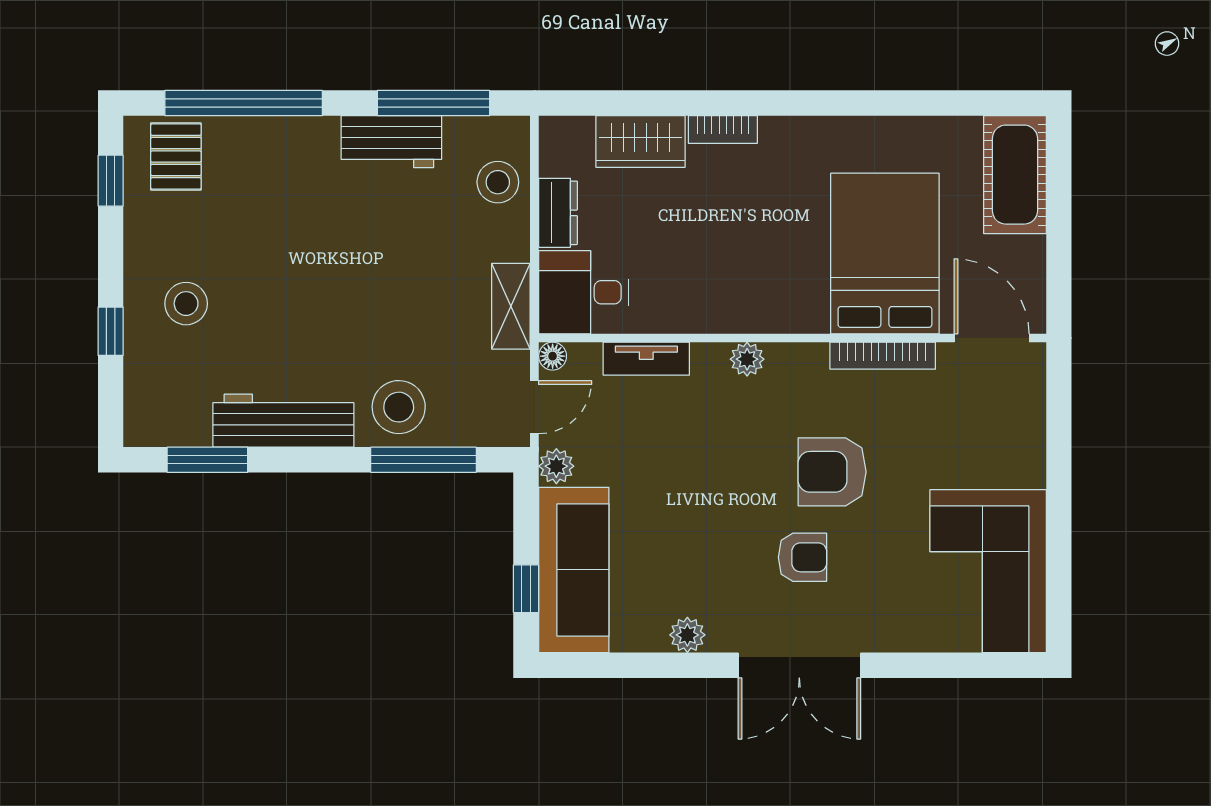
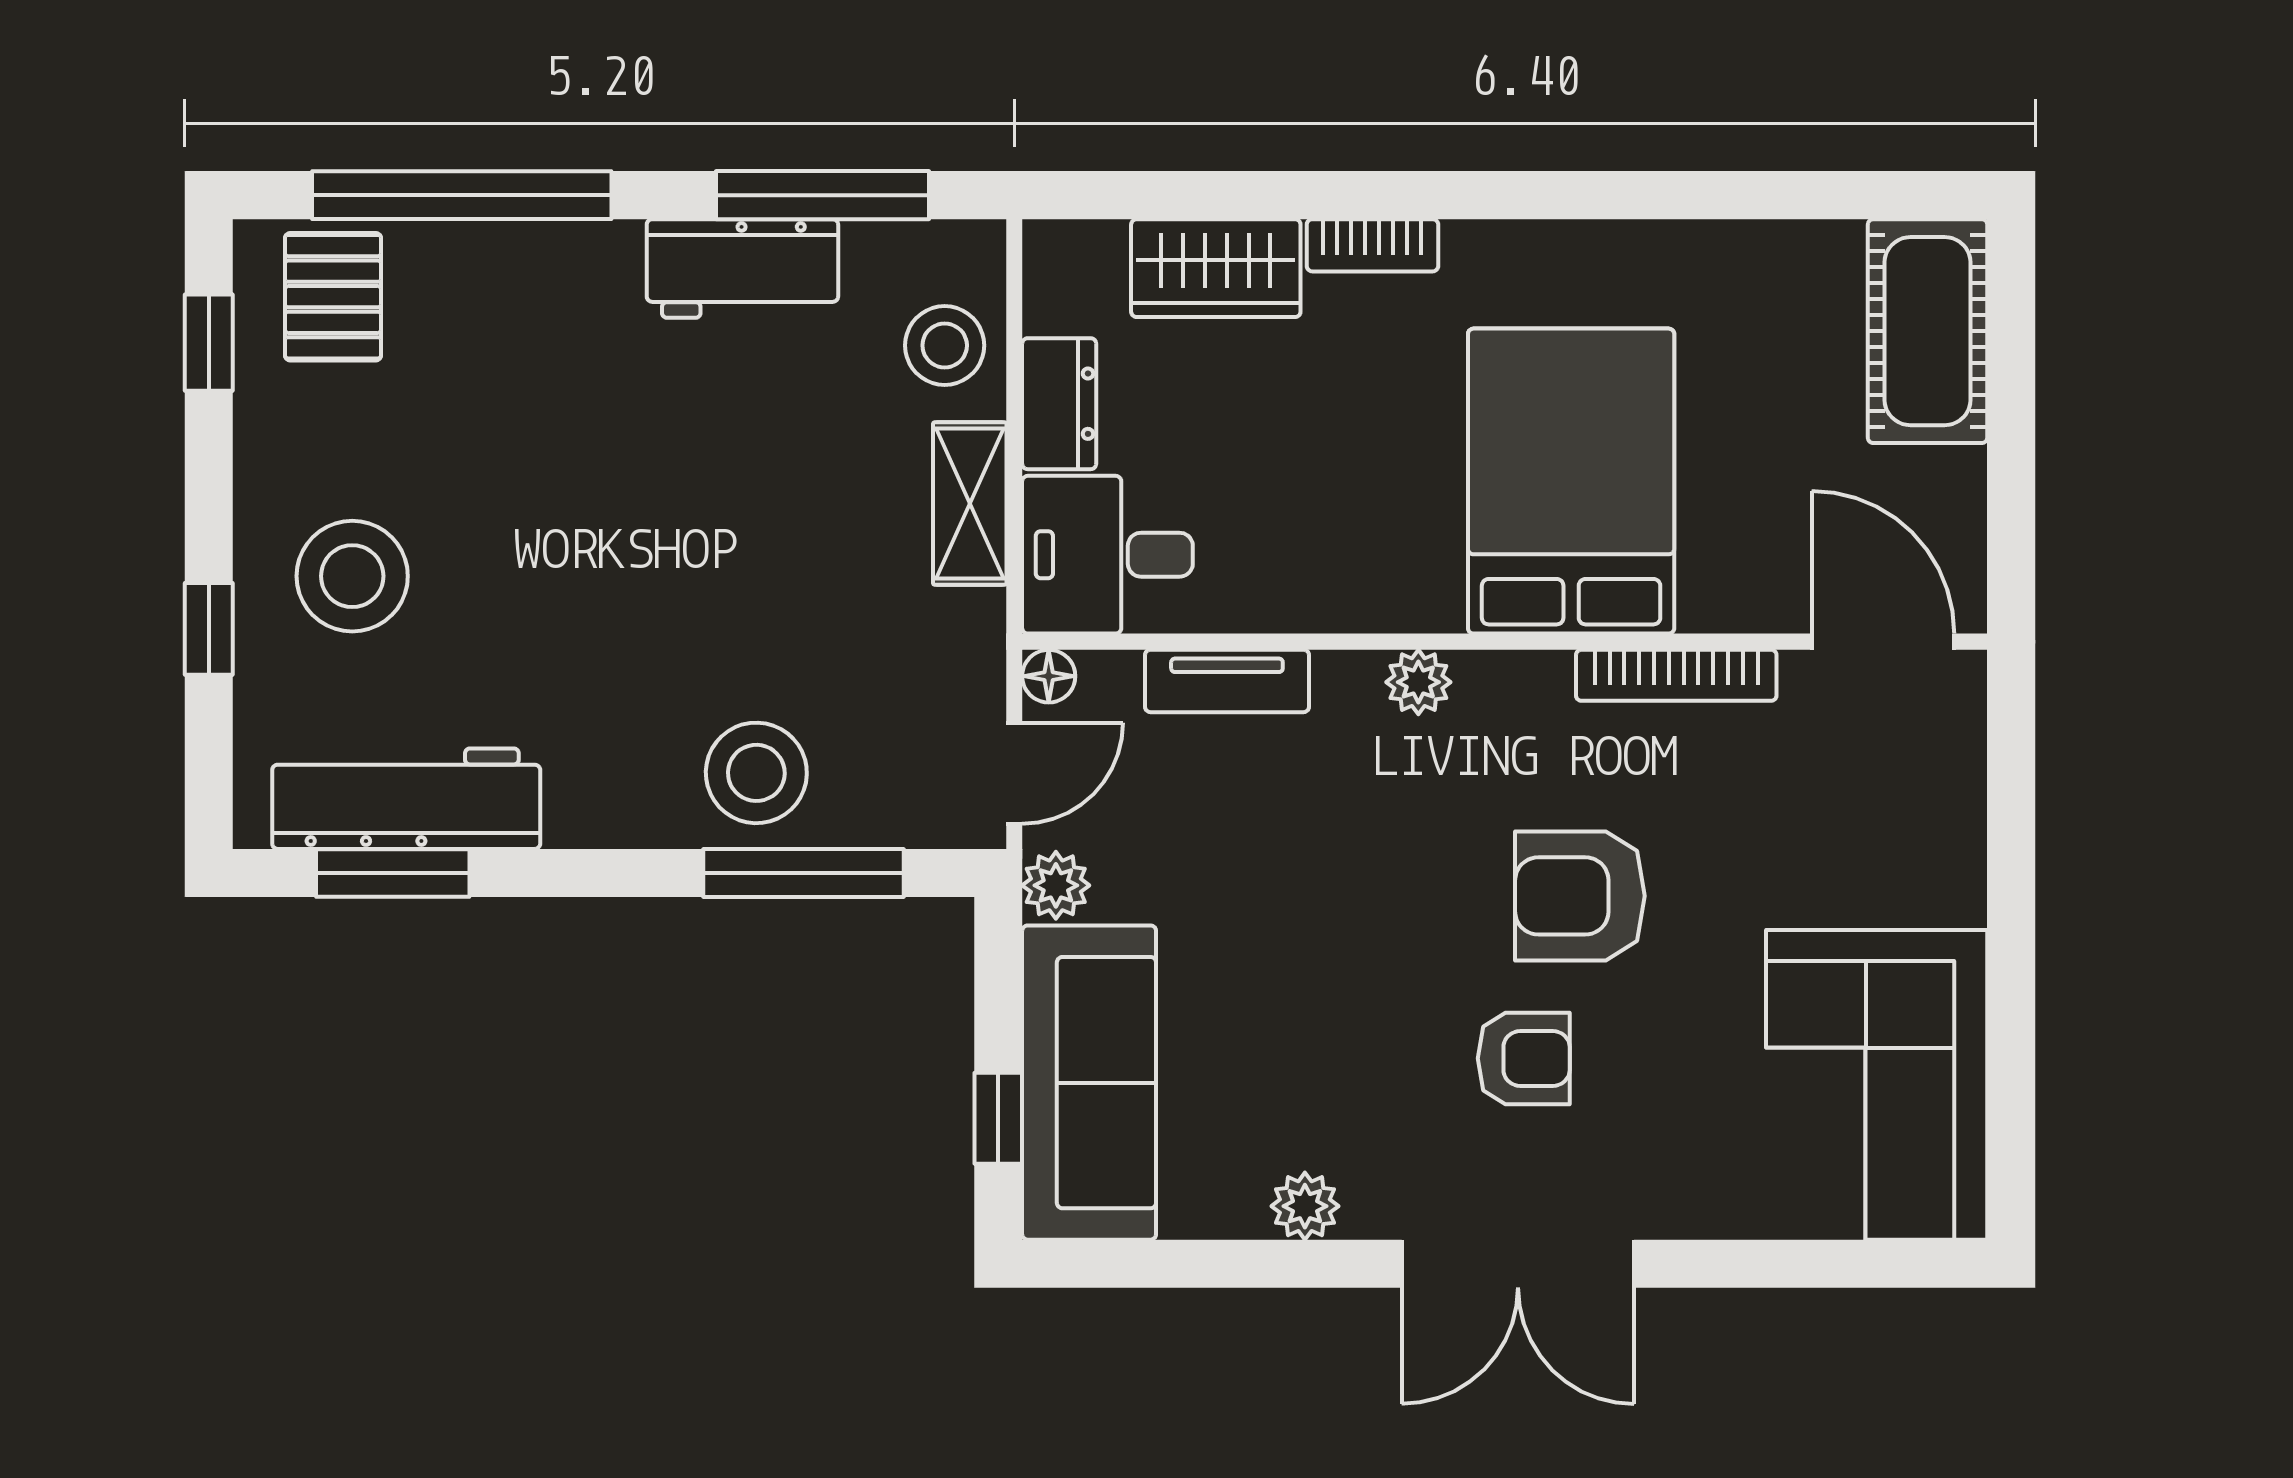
bed: (885, 254) -> (1571, 481), moved
stool: (186, 304) -> (352, 576), width x1.38, depth x1.38
shelving: (511, 306) -> (970, 504), moved
workbench: (283, 421) -> (406, 799), moved

